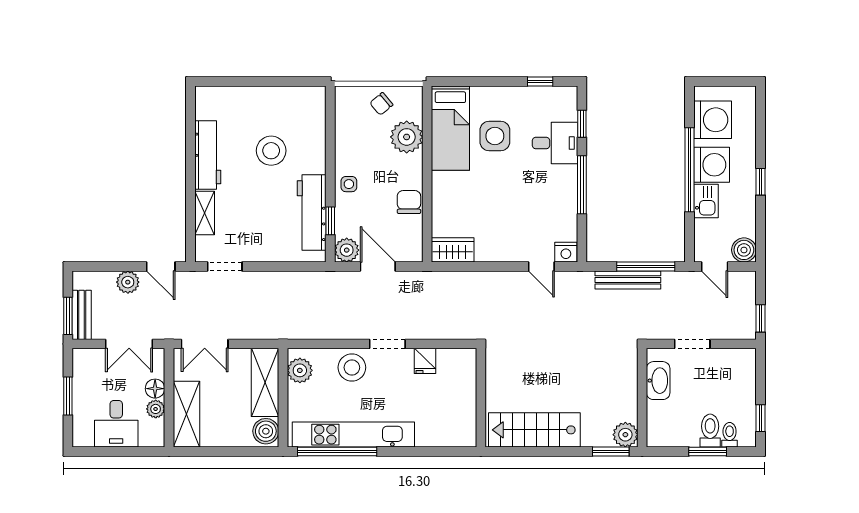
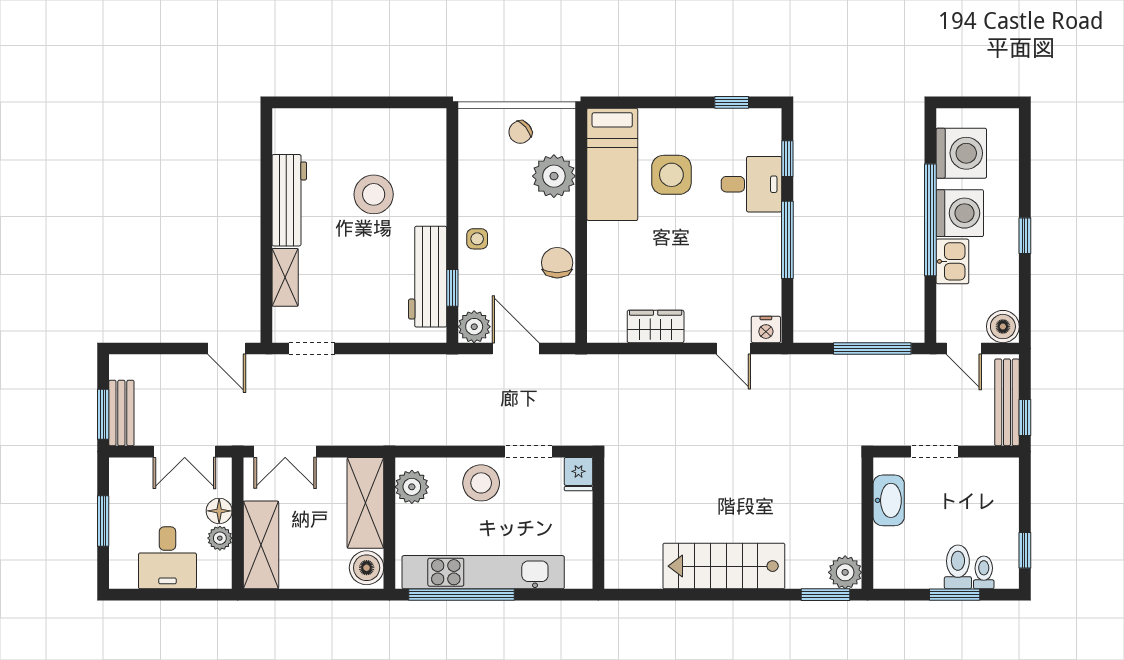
wardrobe: (453, 250) -> (656, 326), moved
bench: (628, 280) -> (1007, 402), moved, turned 90
plant: (128, 282) -> (183, 369), removed
wall: (481, 398) -> (598, 523), moved

